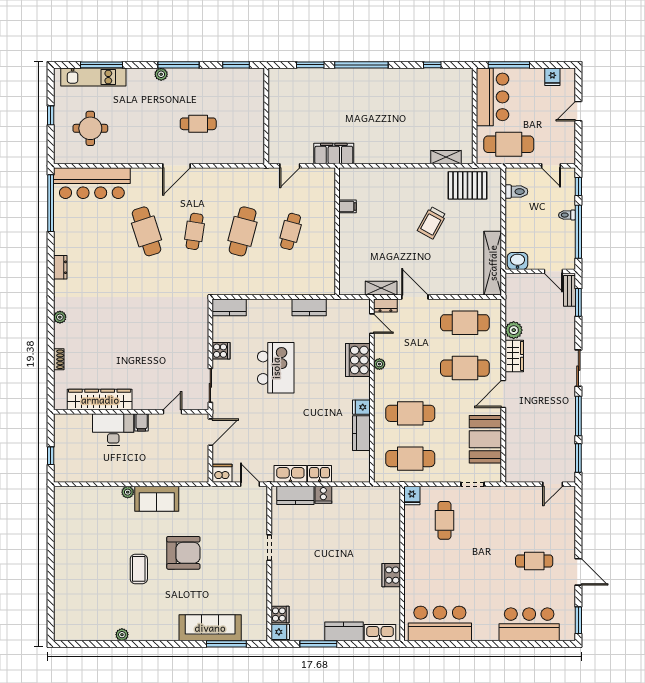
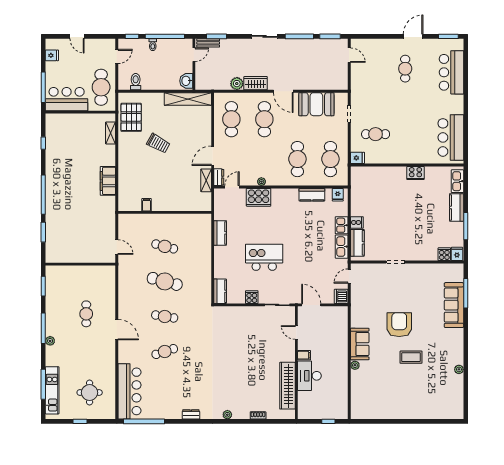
filing cabinet: (334, 154) -> (108, 181), moved
cafe table: (147, 231) -> (165, 352), width x0.73, depth x0.74
fridge: (361, 407) -> (338, 195), moved

